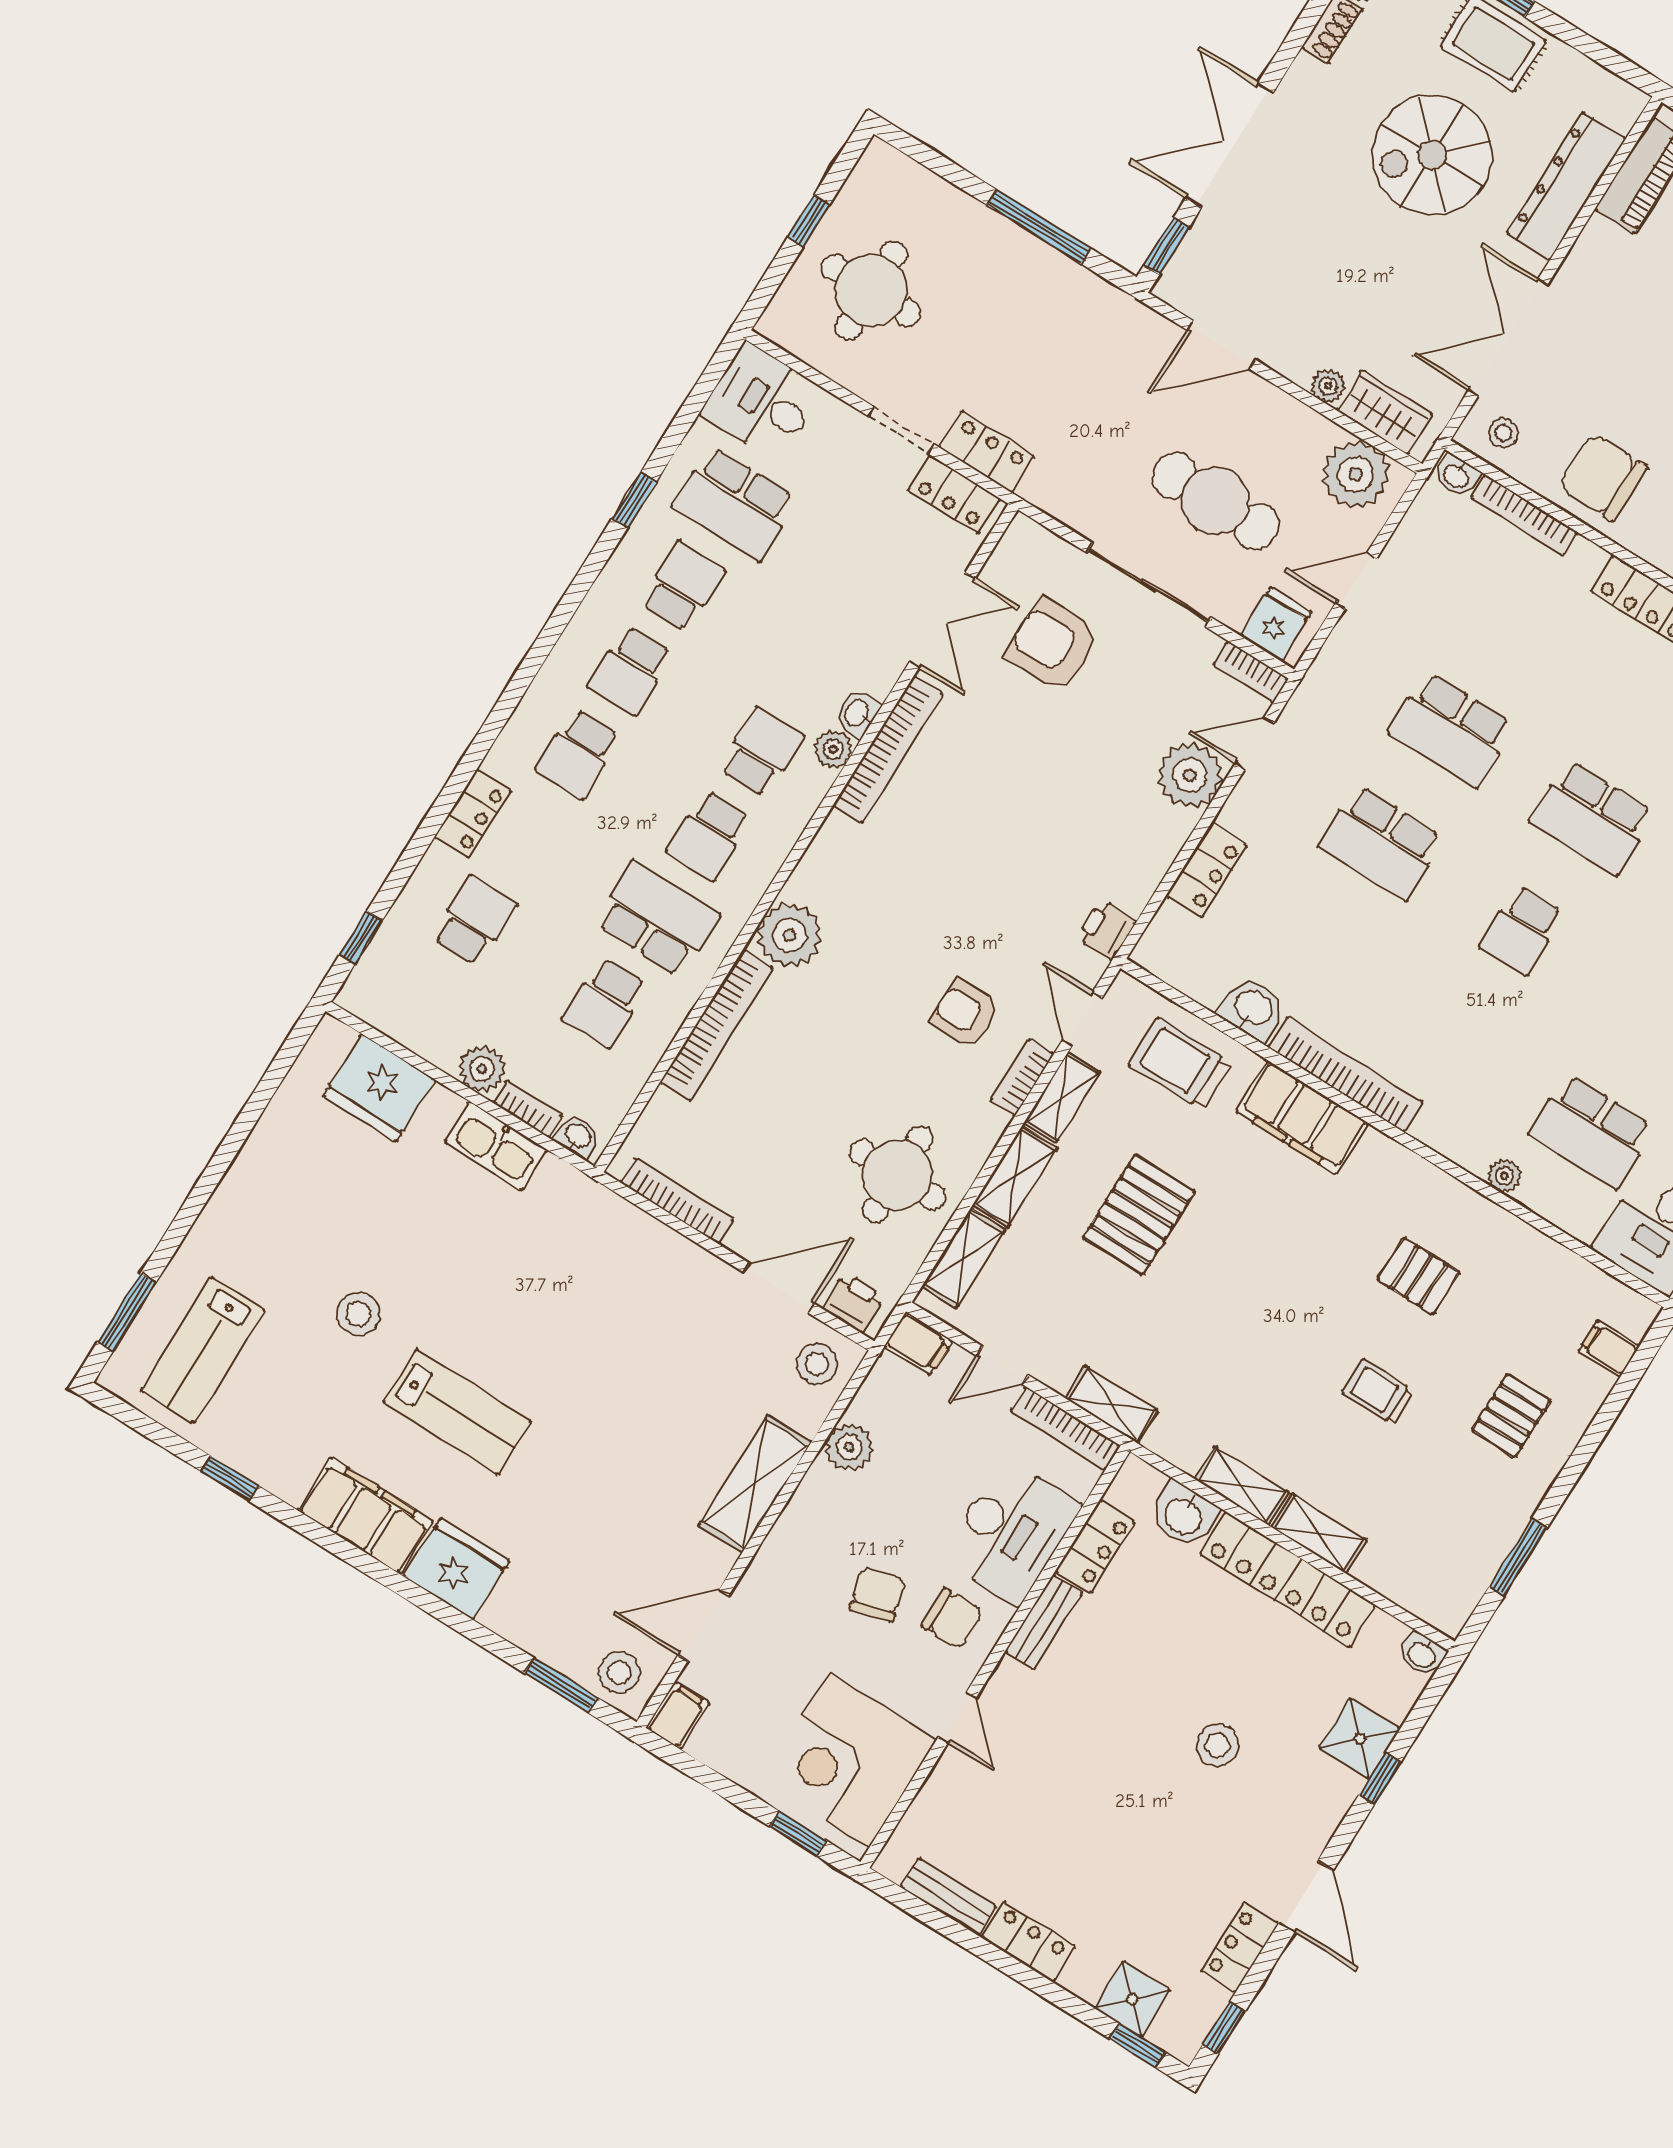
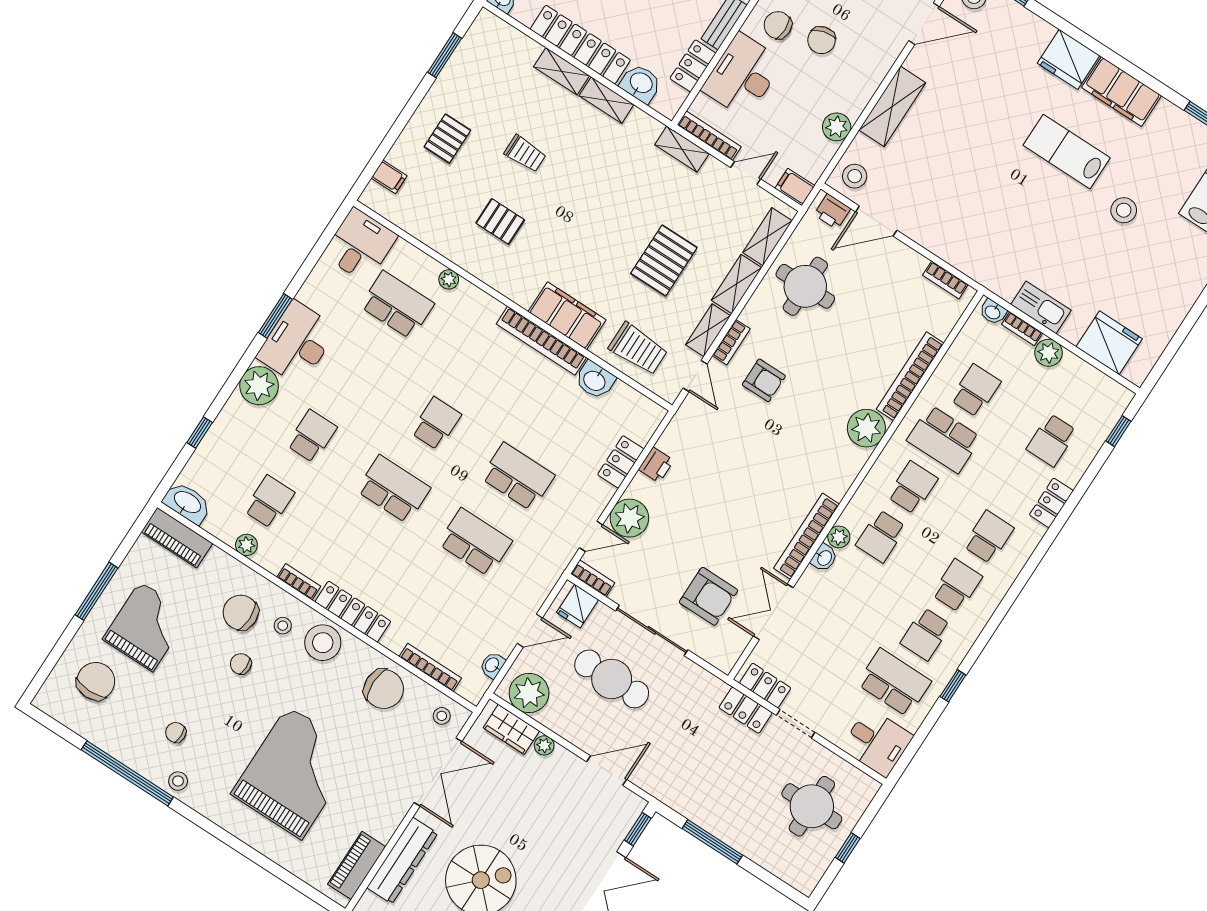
washbasin: (1457, 476) -> (492, 665), moved, turned -90
printer: (1106, 930) -> (656, 465), moved
bookcase: (677, 1201) -> (945, 280), width x0.64

